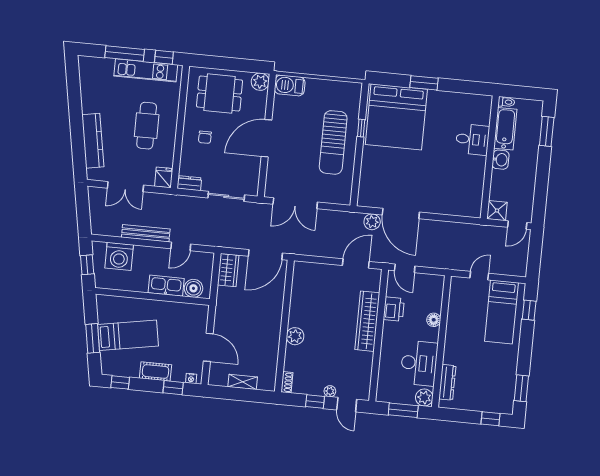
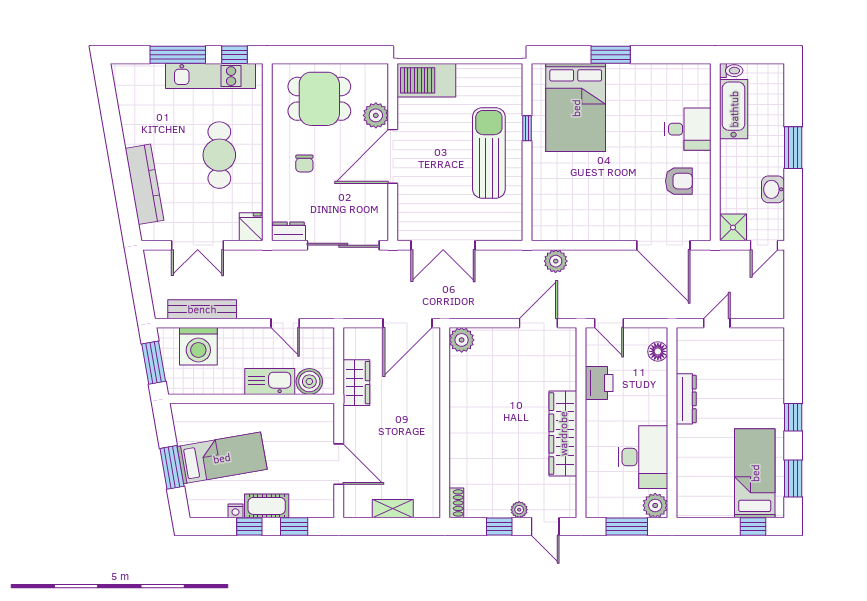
plant: (260, 82) -> (376, 115), moved
barbecue: (290, 85) -> (426, 80), width x1.37, depth x1.21
bed: (396, 117) -> (576, 108), width x0.73
window: (547, 131) -> (793, 148), moved
sun lounger: (333, 142) -> (489, 153), turned 180
washbasin: (501, 160) -> (773, 189), moved, turned 180
armchair: (463, 175) -> (679, 181), added
sliding door: (226, 196) -> (343, 245), width x1.37
door: (401, 214) -> (663, 245), moved
bench: (146, 233) -> (202, 309), moved
door: (181, 246) -> (285, 323), hinge flipped
window: (87, 265) -> (154, 363), width x1.50
wardrobe: (228, 270) -> (356, 383), moved
window: (529, 310) -> (793, 417), moved
bed: (501, 312) -> (755, 473), moved, turned 180
floor lamp: (434, 320) -> (658, 351), moved
wardrobe: (367, 321) -> (563, 434), moved
plant: (295, 336) -> (462, 340), moved
nightstand: (191, 378) -> (235, 511), moved
window: (120, 382) -> (249, 527), moved
dresser: (447, 382) -> (686, 399), moved

